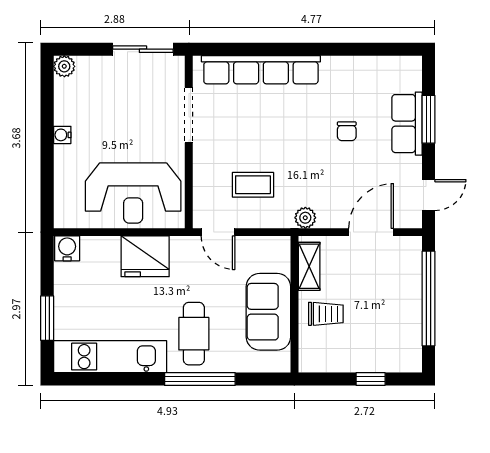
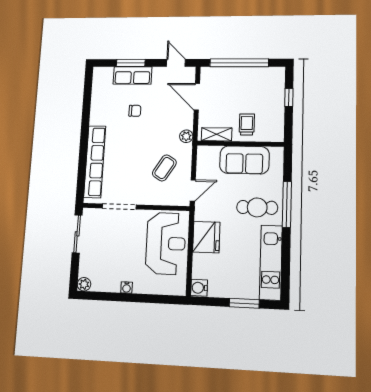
coffee table: (253, 185) -> (164, 168), turned 32

